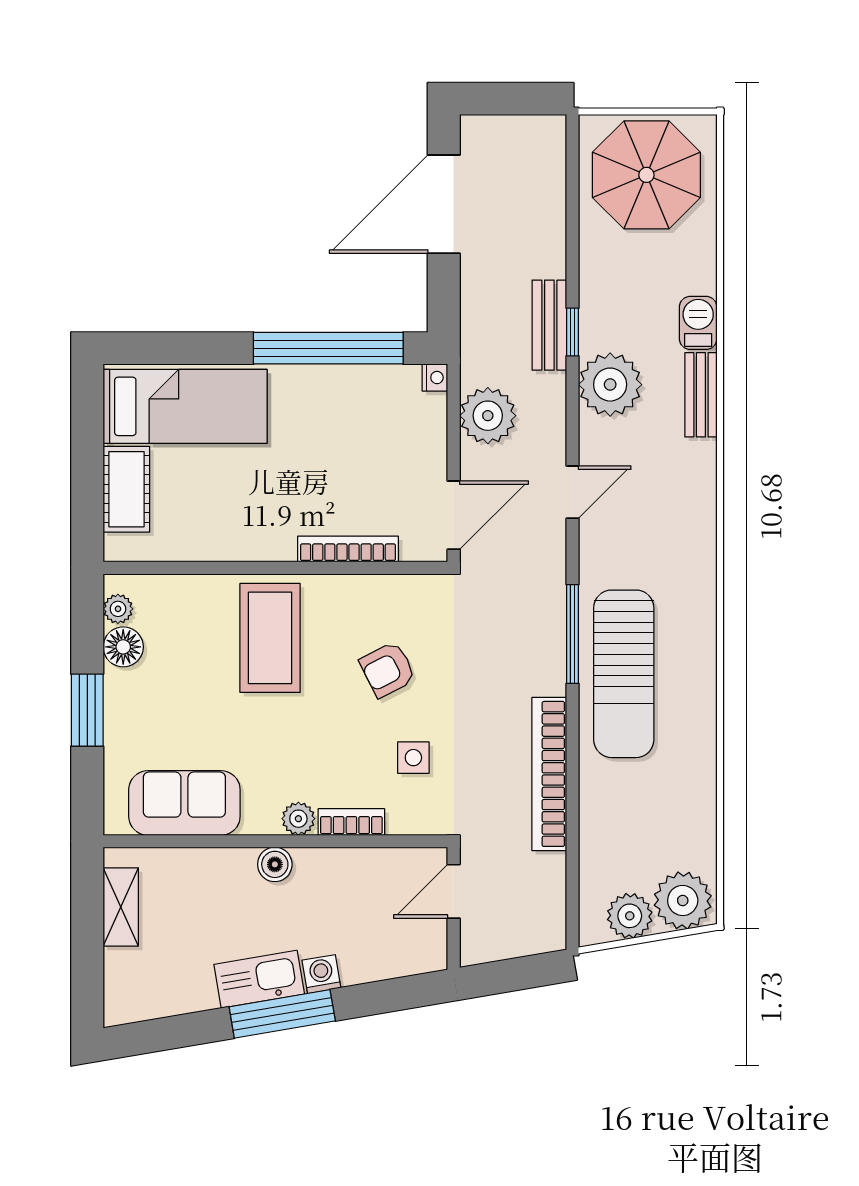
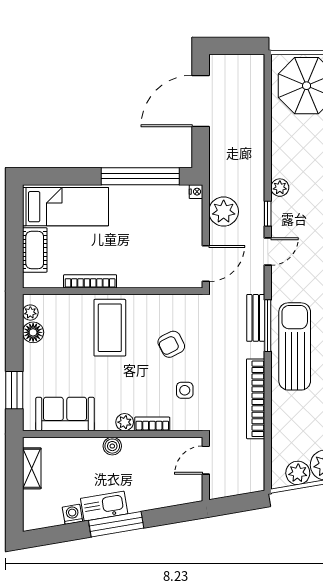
bench: (549, 325) -> (256, 318), moved
window: (572, 332) -> (268, 214), moved
plant: (610, 385) -> (280, 188), width x0.53, depth x0.53
bookcase: (348, 549) -> (90, 281), moved
sun lounger: (624, 674) -> (295, 346), turned 180
window: (87, 710) -> (14, 390), moved
washing machine: (321, 974) -> (72, 514), moved

